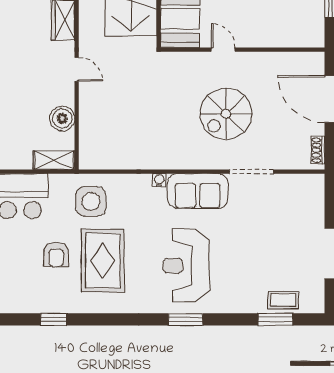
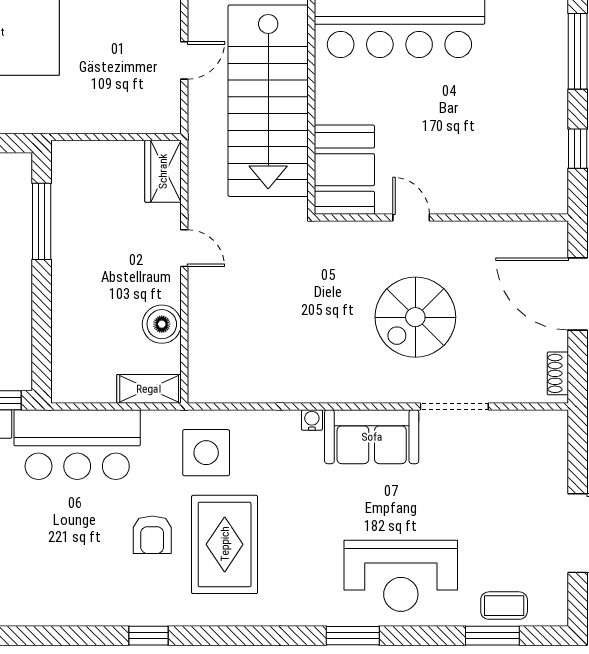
reception desk: (186, 266) -> (401, 576), moved, turned -90

